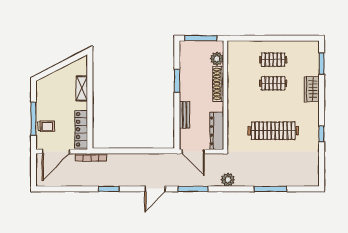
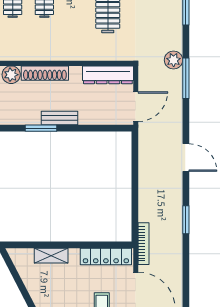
bench: (185, 115) -> (60, 118), moved
window: (193, 189) -> (186, 78), moved

